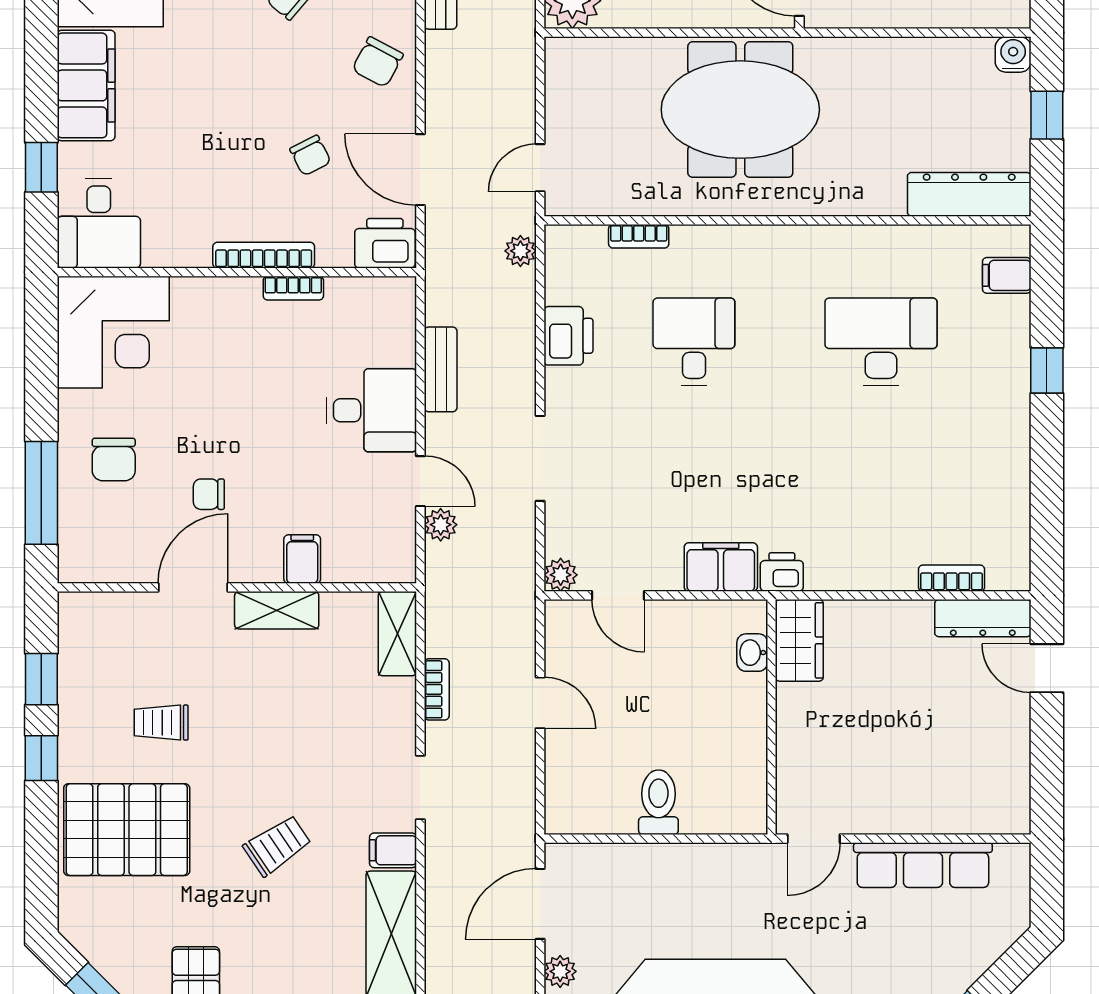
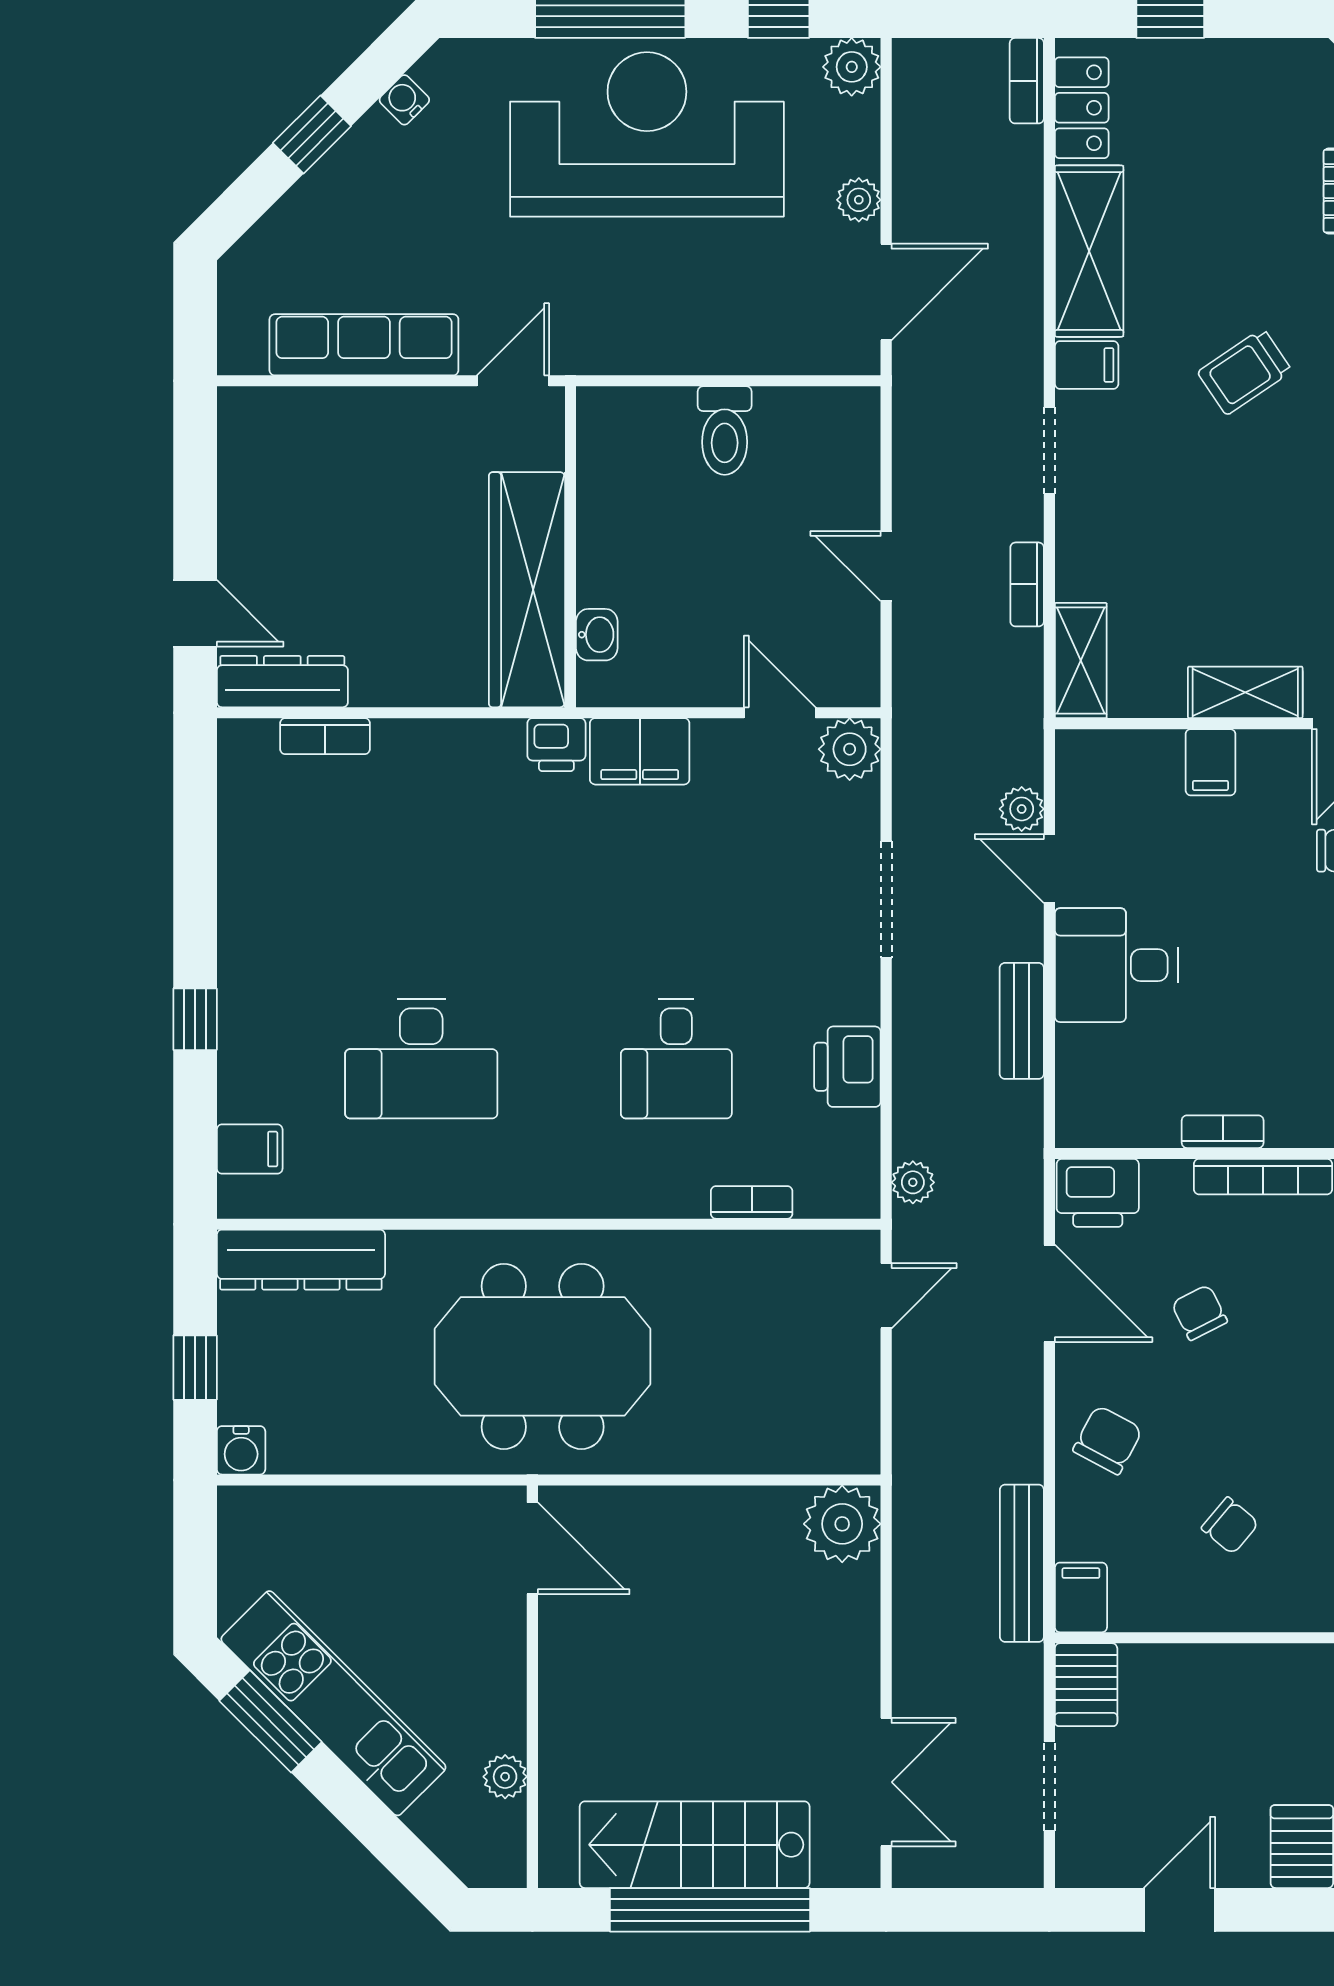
meeting table: (740, 110) -> (543, 1356), moved
plant: (561, 575) -> (850, 749), width x1.38, depth x1.38
wardrobe: (799, 640) -> (527, 590), width x2.10, depth x1.17

